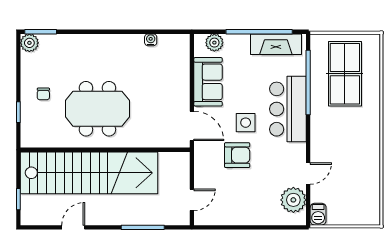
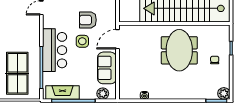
meeting table: (97, 109) -> (179, 50), turned 90
door: (192, 126) -> (117, 39), hinge flipped

